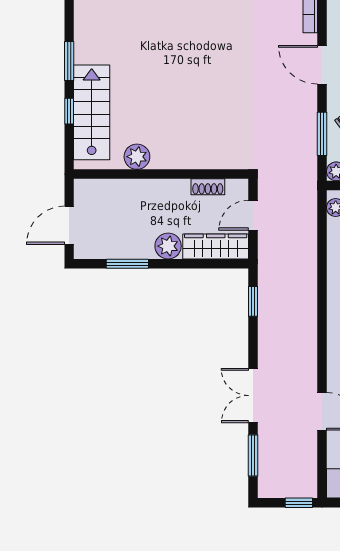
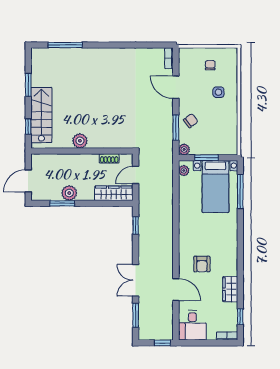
window: (69, 111) -> (28, 127), moved
plant: (137, 157) -> (80, 141), moved
plant: (168, 246) -> (69, 193), moved

